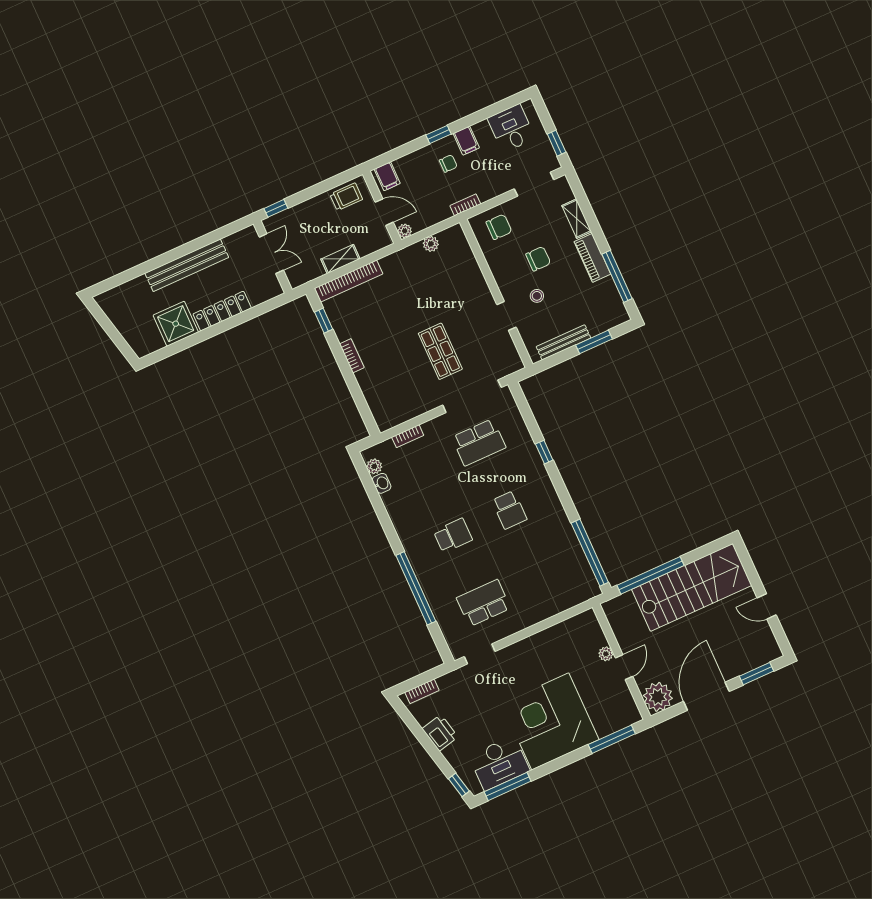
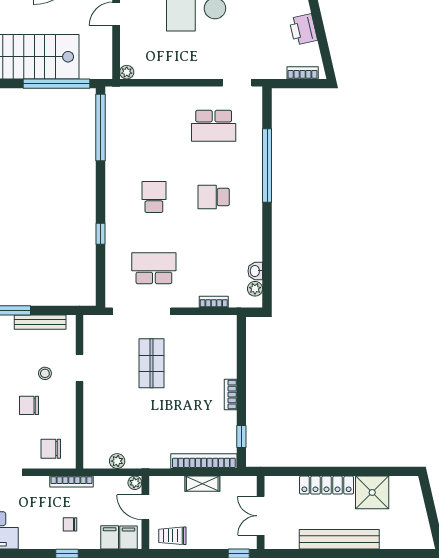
filing cabinet: (466, 141) -> (110, 537), moved
bookcase: (465, 205) -> (71, 481), width x1.56
plant: (606, 654) -> (127, 72), moved

